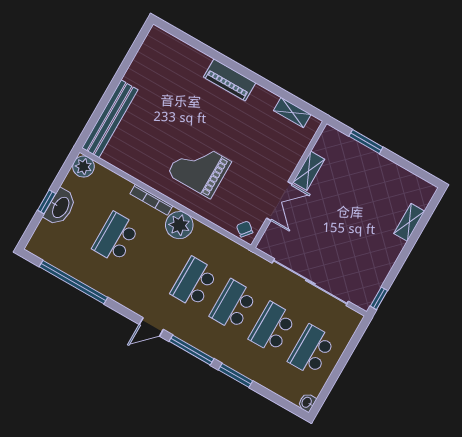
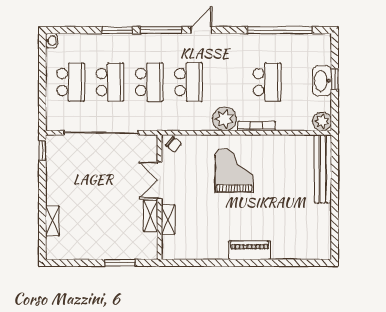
shelving: (292, 112) -> (168, 220), moved, turned 90
grand piano: (199, 168) -> (234, 171), turned -90

